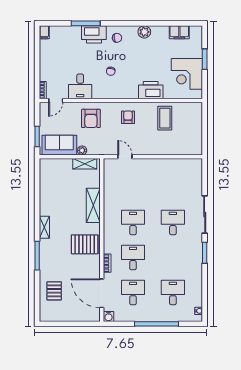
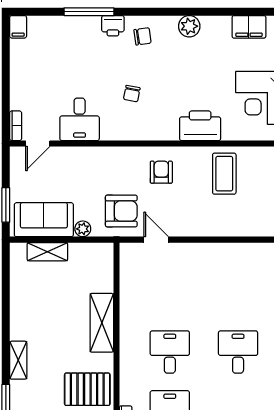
printer: (94, 34) -> (113, 26), width x0.53, depth x0.68
armchair: (91, 118) -> (121, 211), moved, turned -90
shelving: (85, 164) -> (47, 252), moved

